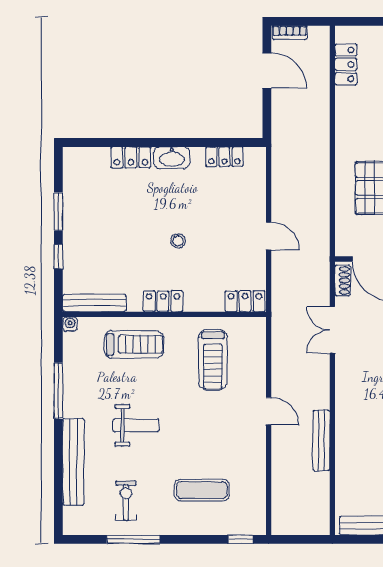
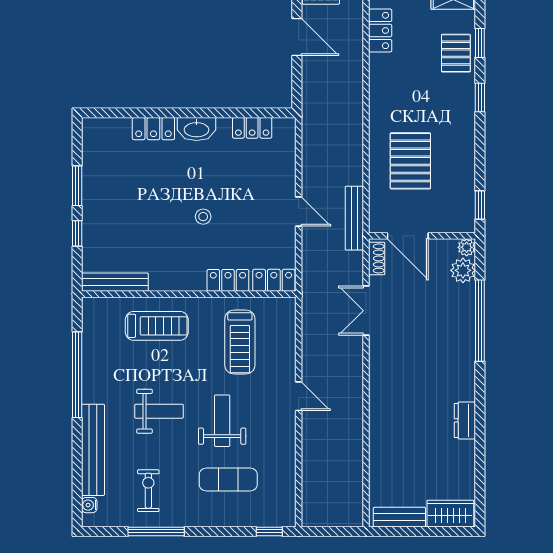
locker: (163, 301) -> (228, 280), moved
water cooler: (70, 324) -> (89, 505), moved, turned -90
window: (58, 391) -> (77, 375), width x1.46
weight bench: (196, 434) -> (222, 421), added
bench: (321, 440) -> (354, 218), moved

